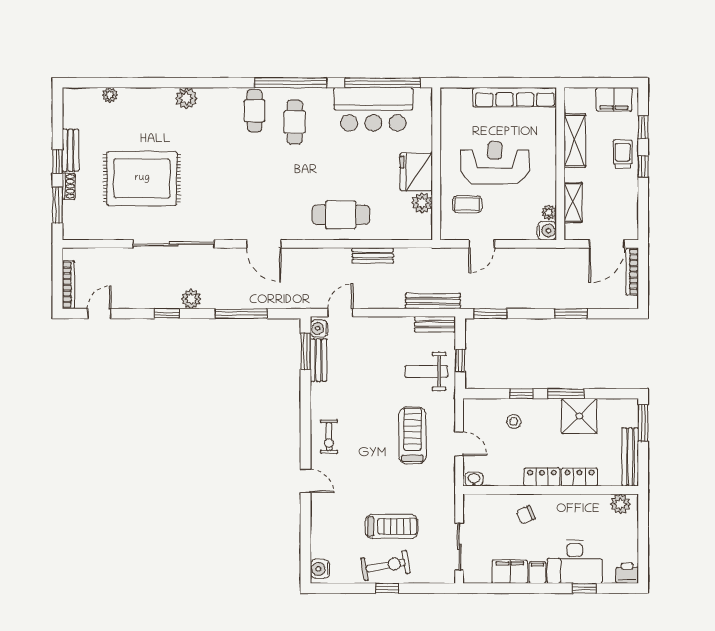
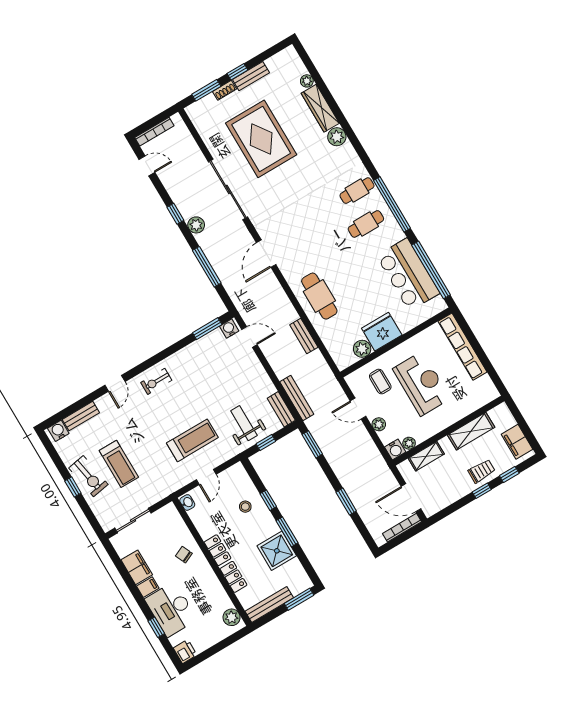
row of seats: (515, 97) -> (463, 347), moved
wardrobe: (146, 98) -> (320, 108), added
plant: (511, 232) -> (379, 424), added
bench: (318, 360) -> (81, 416), moved

